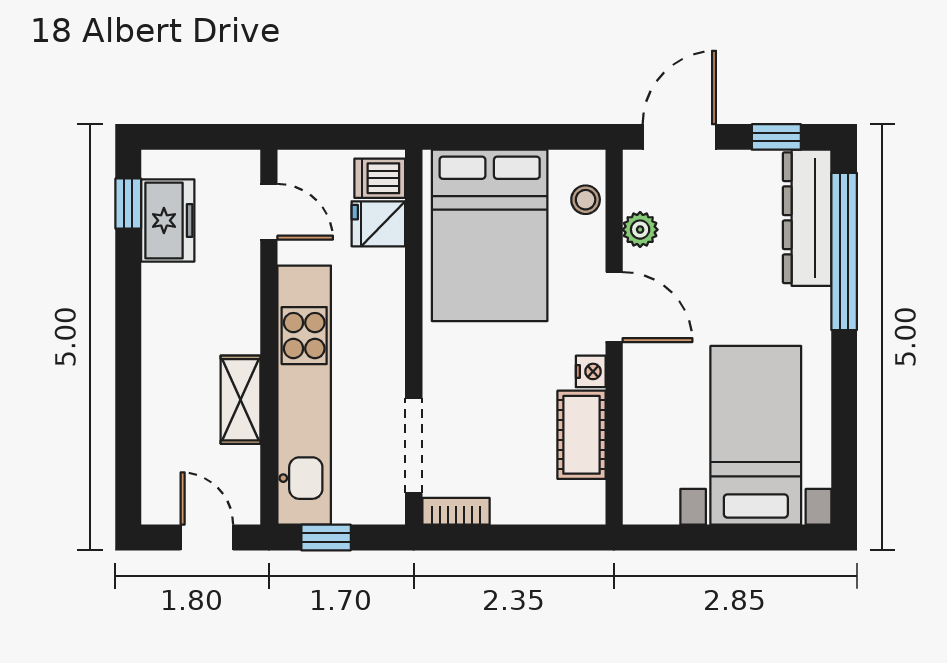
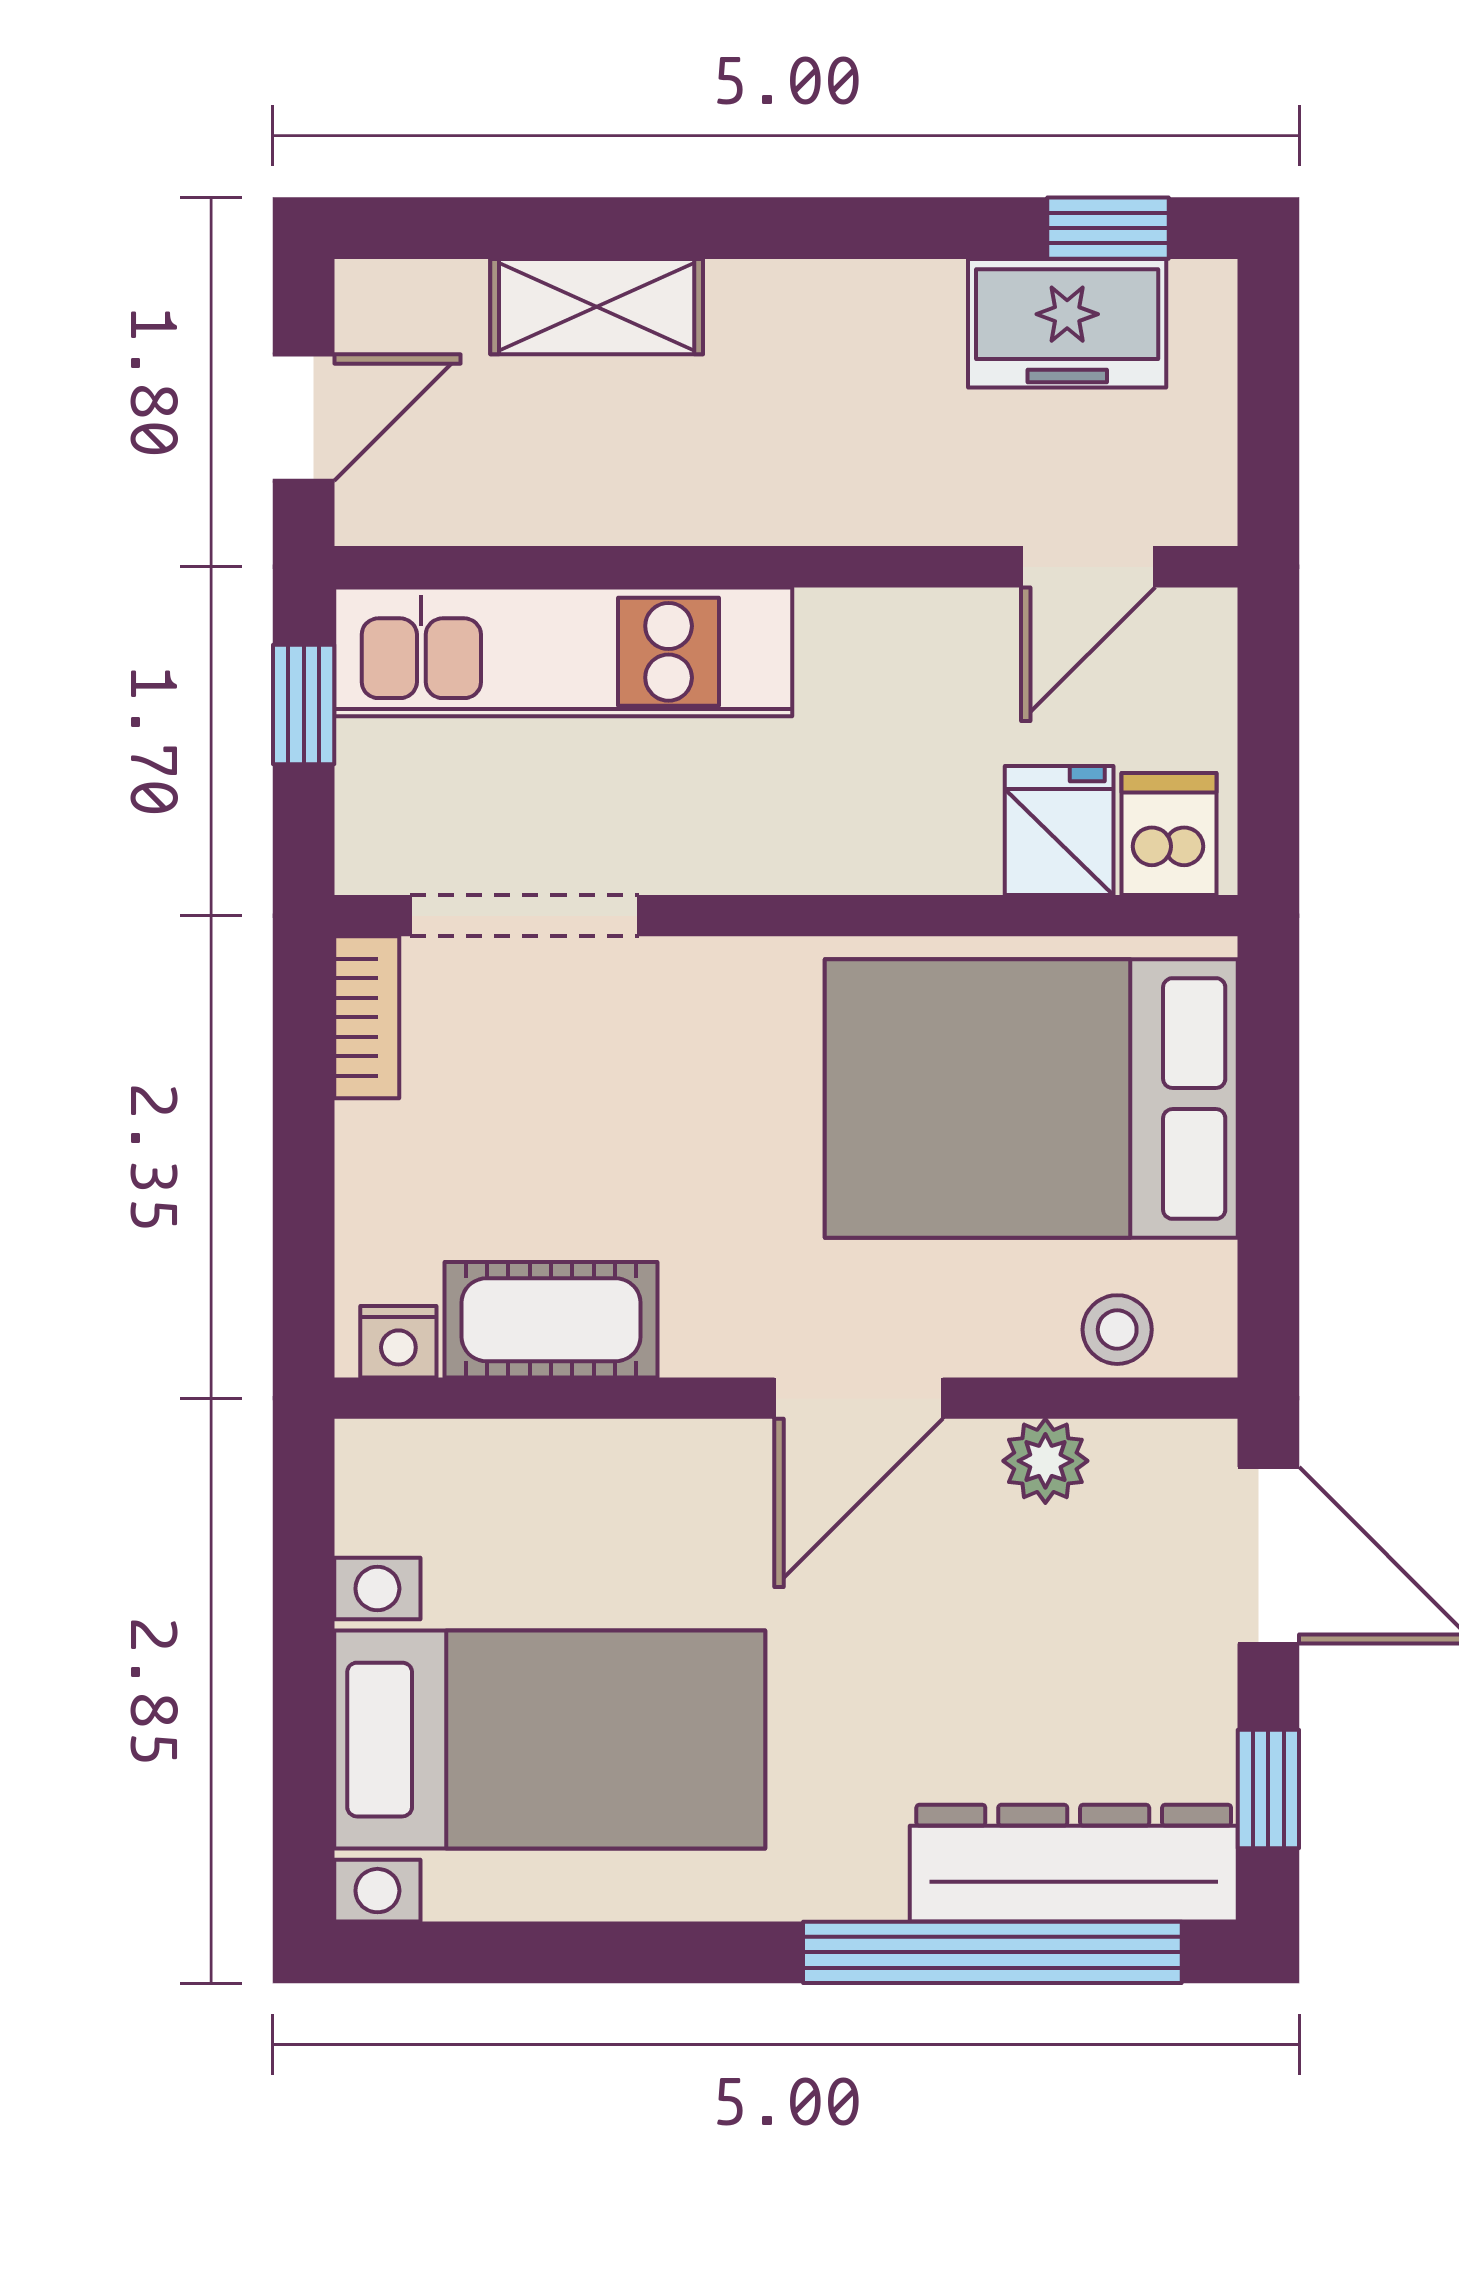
nightstand: (591, 371) -> (398, 1342), moved
kitchen unit: (304, 395) -> (563, 652), width x0.73
shelving: (240, 400) -> (597, 307), moved

